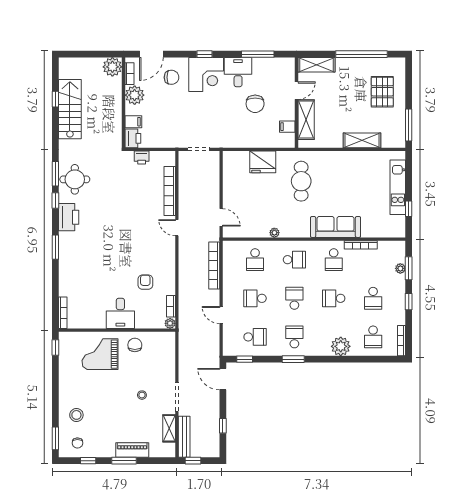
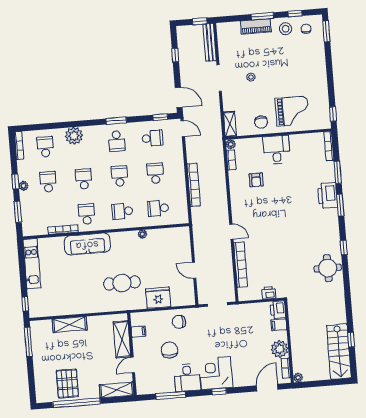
plant: (112, 67) -> (298, 377), width x0.53, depth x0.53
chair: (171, 77) -> (179, 322), moved
pallet: (382, 92) -> (67, 384), moved
stairs: (70, 109) -> (339, 352), moved
window: (55, 174) -> (338, 172), moved
cafe table: (301, 181) -> (122, 283), turned 90
kitchen unit: (398, 187) -> (32, 264), moved
window: (409, 209) -> (25, 304), moved
printer: (69, 217) -> (328, 195), moved
door: (221, 217) -> (194, 270), moved
school desk: (255, 260) -> (158, 208), turned -90
bookcase: (214, 265) -> (194, 185), moved
plant: (400, 268) -> (23, 186), moved
school desk: (255, 298) -> (155, 173), turned -90
school desk: (294, 298) -> (120, 176), turned 180
school desk: (334, 298) -> (84, 179), turned -90
door: (221, 315) -> (183, 129), moved
school desk: (255, 337) -> (152, 138), turned 180
stool: (76, 415) -> (286, 29), moved
shelving: (169, 428) -> (230, 124), moved

